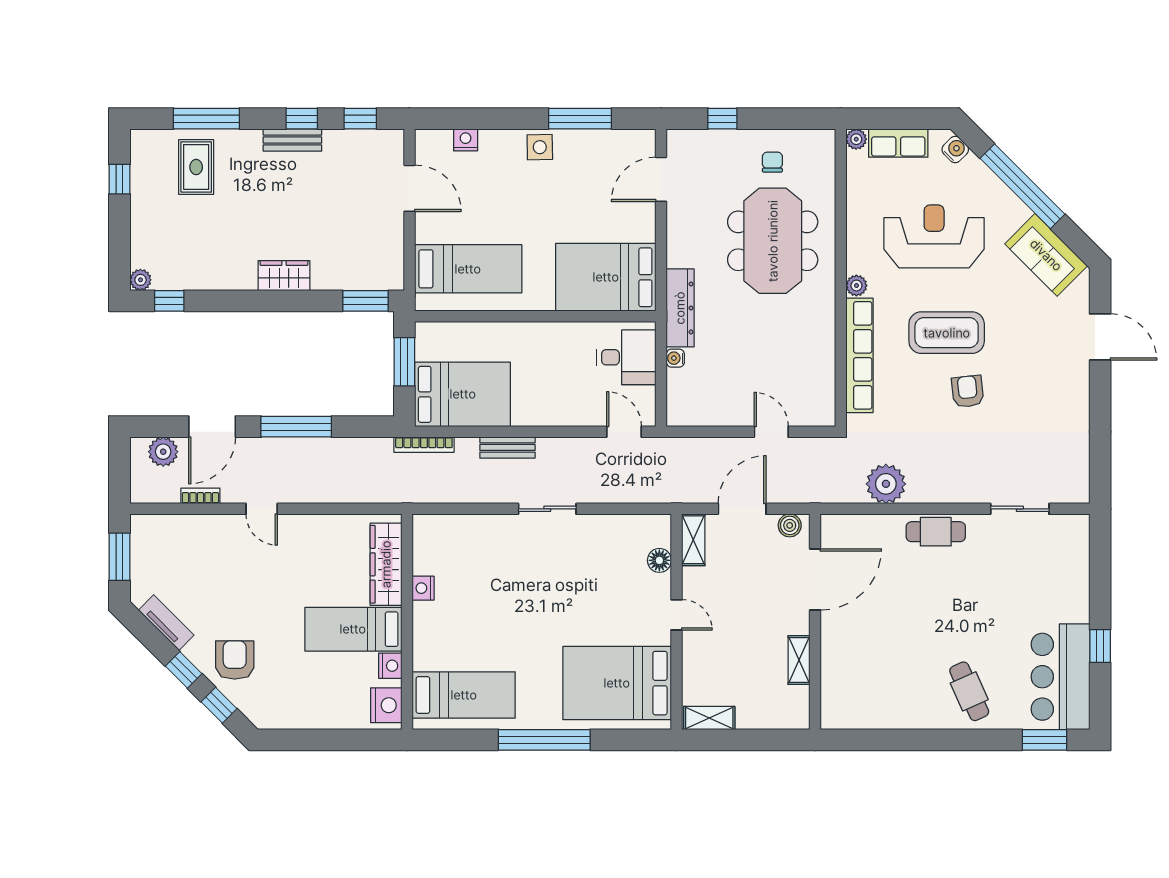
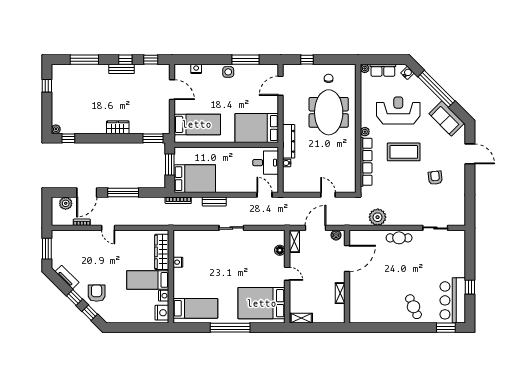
rug: (196, 167) -> (80, 81), removed
armchair: (968, 391) -> (435, 178), moved

